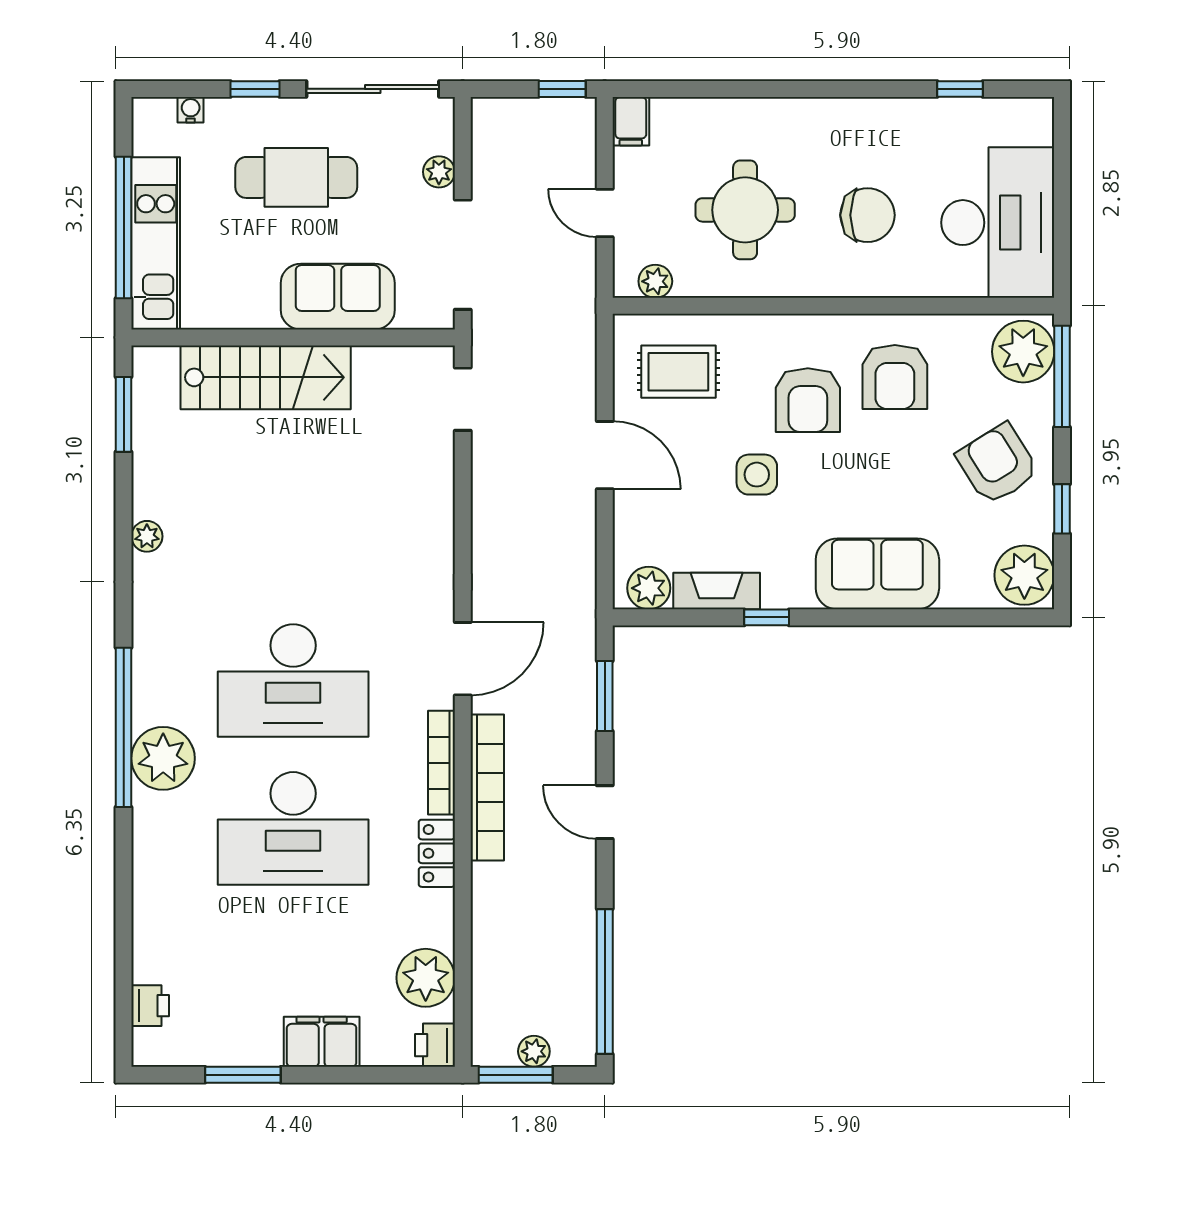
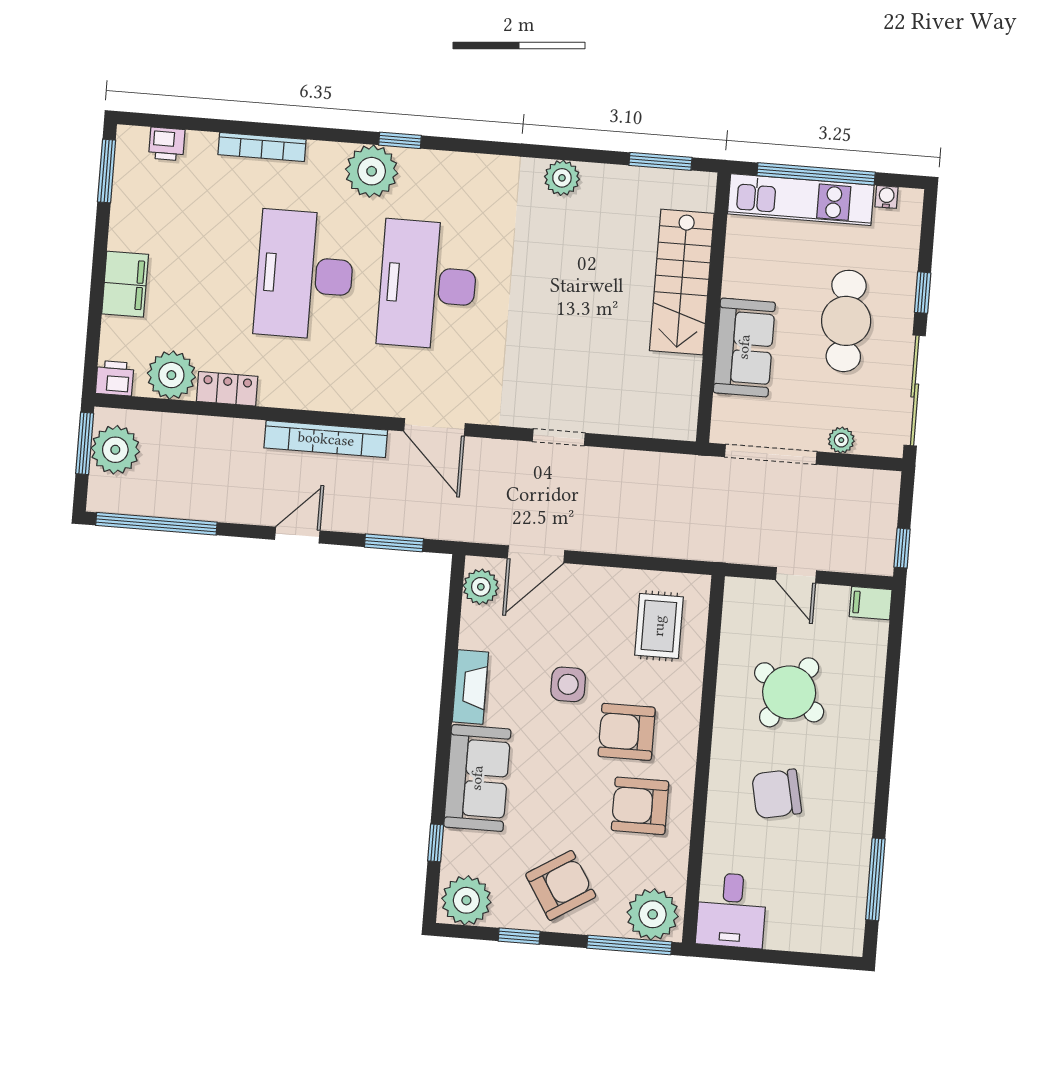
window: (960, 89) -> (875, 879), width x2.17
water cooler: (191, 110) -> (887, 197), moved, turned -90
round table: (745, 210) -> (789, 692), turned 34
door: (605, 213) -> (796, 575), swing flipped
chair: (868, 215) -> (777, 794), turned 78
desk: (998, 223) -> (732, 910), width x0.53, depth x0.77
plant: (655, 281) -> (736, 613), removed
doorway: (463, 399) -> (559, 437), moved
door: (605, 455) -> (536, 554), moved
plant: (147, 536) -> (562, 178), width x1.38, depth x1.38
fireplace: (717, 591) -> (470, 687), moved
window: (767, 617) -> (436, 843), moved
window: (124, 727) -> (400, 140), width x0.32
bookcase: (441, 763) -> (262, 147), moved, turned 180
locker: (437, 853) -> (227, 389), moved
plant: (534, 1051) -> (115, 450), width x1.87, depth x1.87
window: (243, 1075) -> (107, 171), moved

